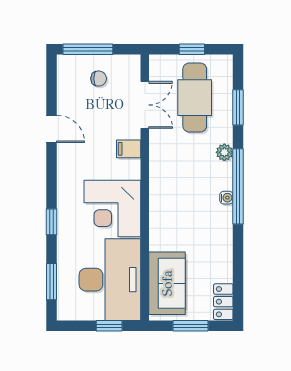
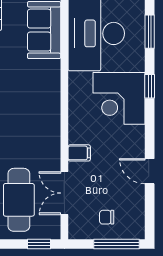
window: (192, 49) -> (39, 244), moved
corner desk: (112, 209) -> (119, 98), moved, turned 180

